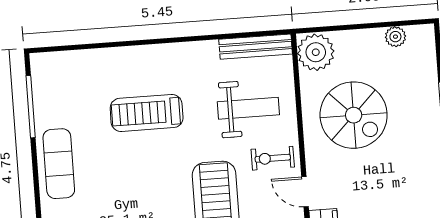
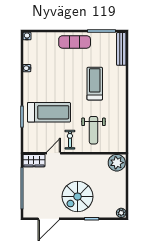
plant: (395, 37) -> (121, 213), moved
bench: (256, 47) -> (121, 49), moved
spiral stairs: (354, 115) -> (78, 197), moved

